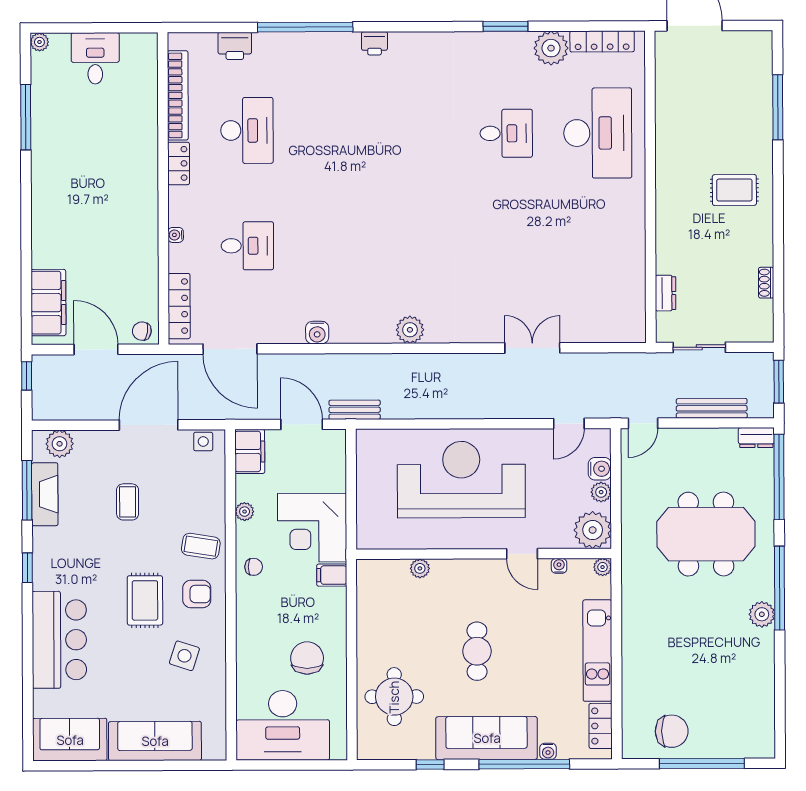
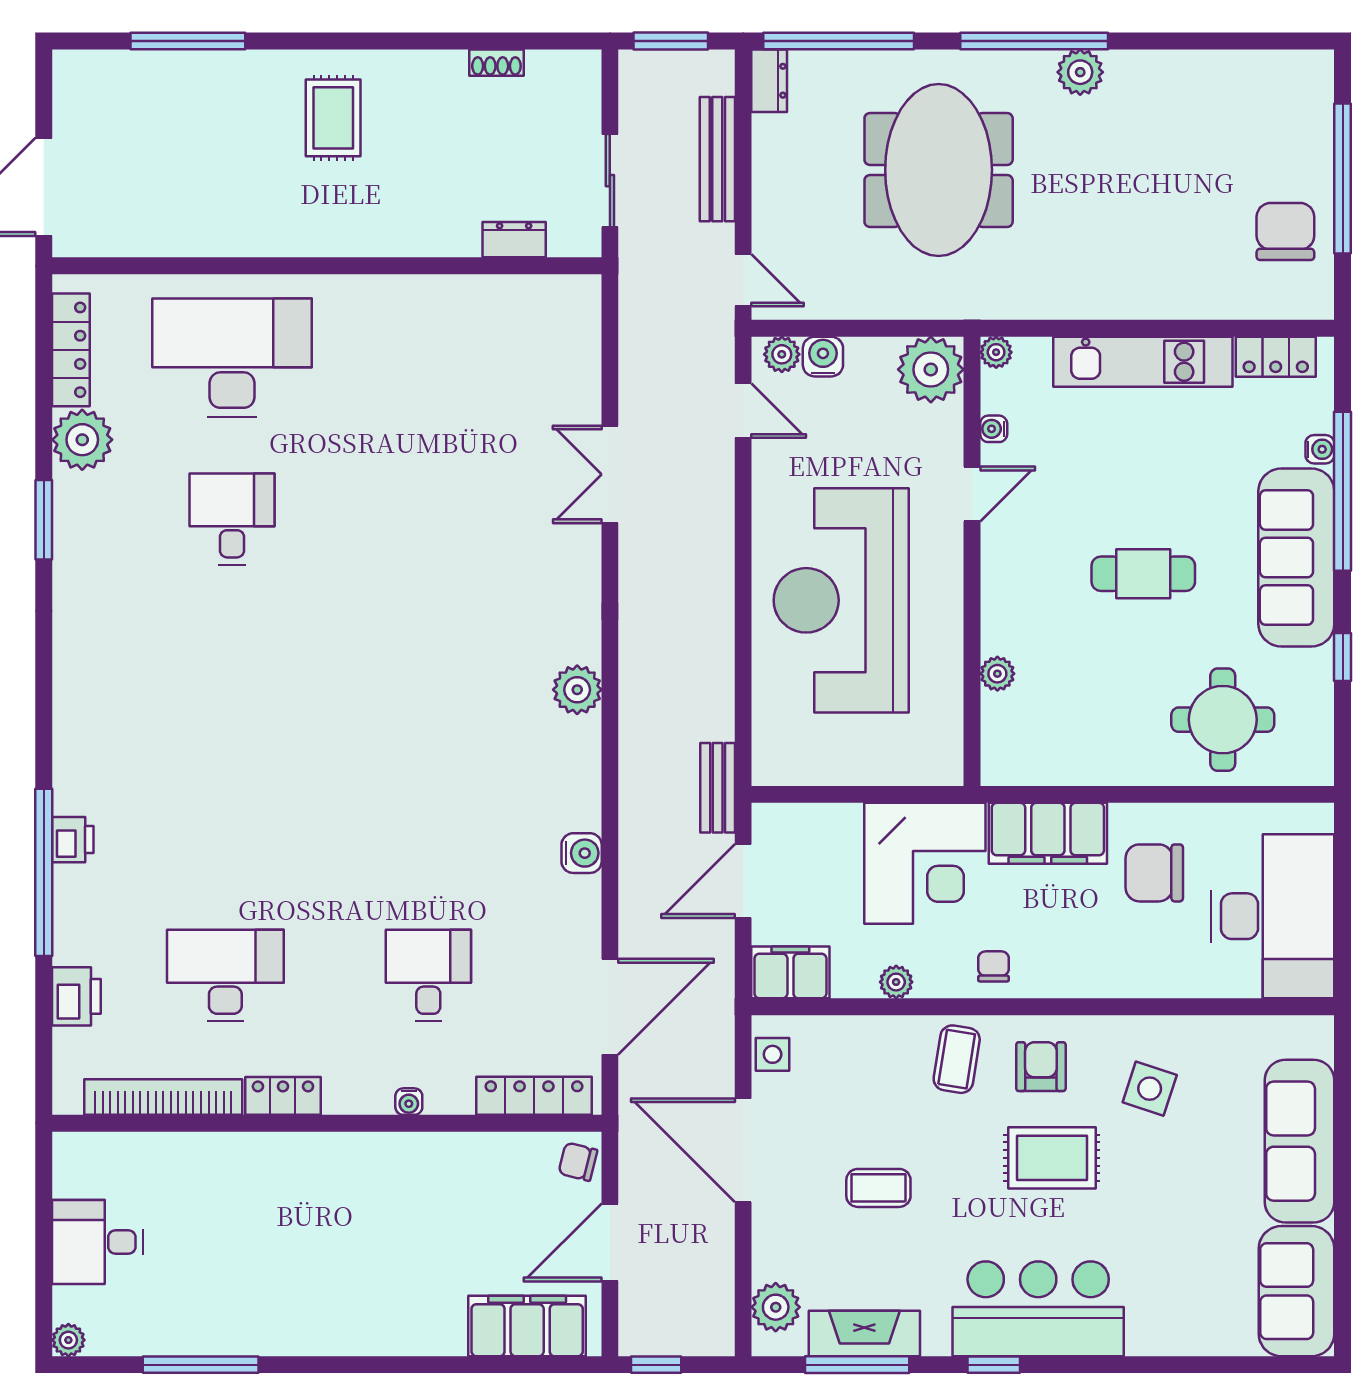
printer: (375, 43) -> (73, 840), moved
chair: (142, 331) -> (578, 1162), turned 94
plant: (601, 492) -> (782, 354), moved
filing cabinet: (332, 575) -> (1048, 833), width x3.00, depth x1.17
bar counter: (59, 640) -> (1038, 1309), moved

